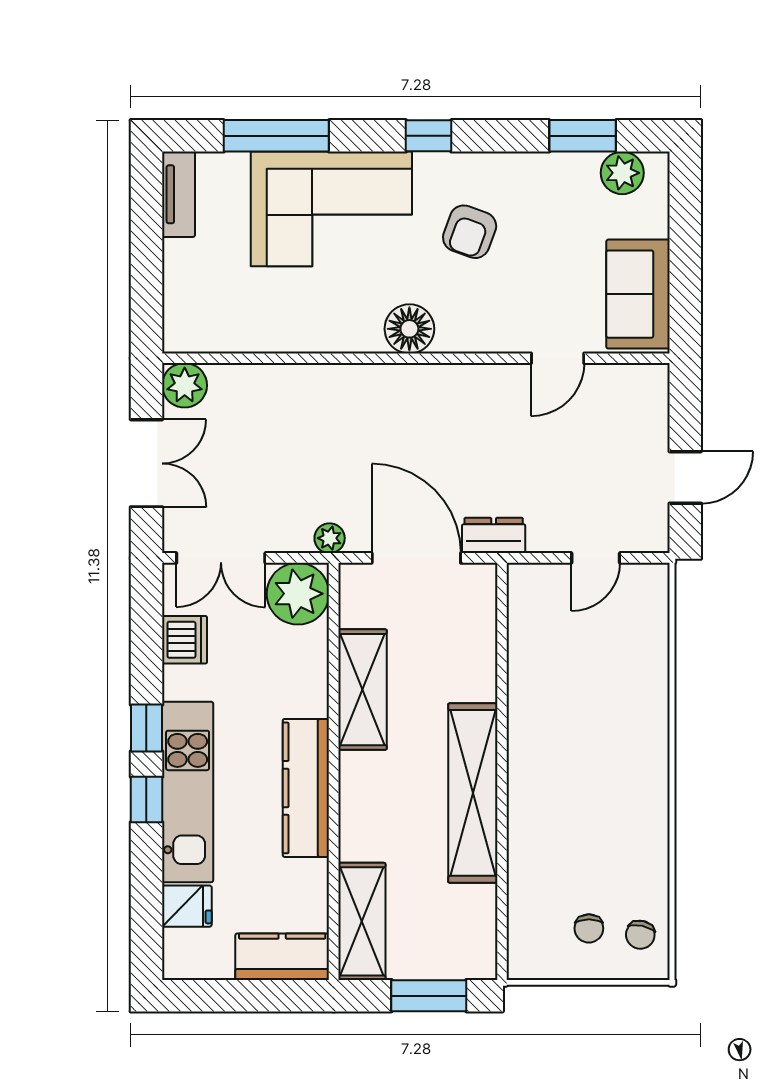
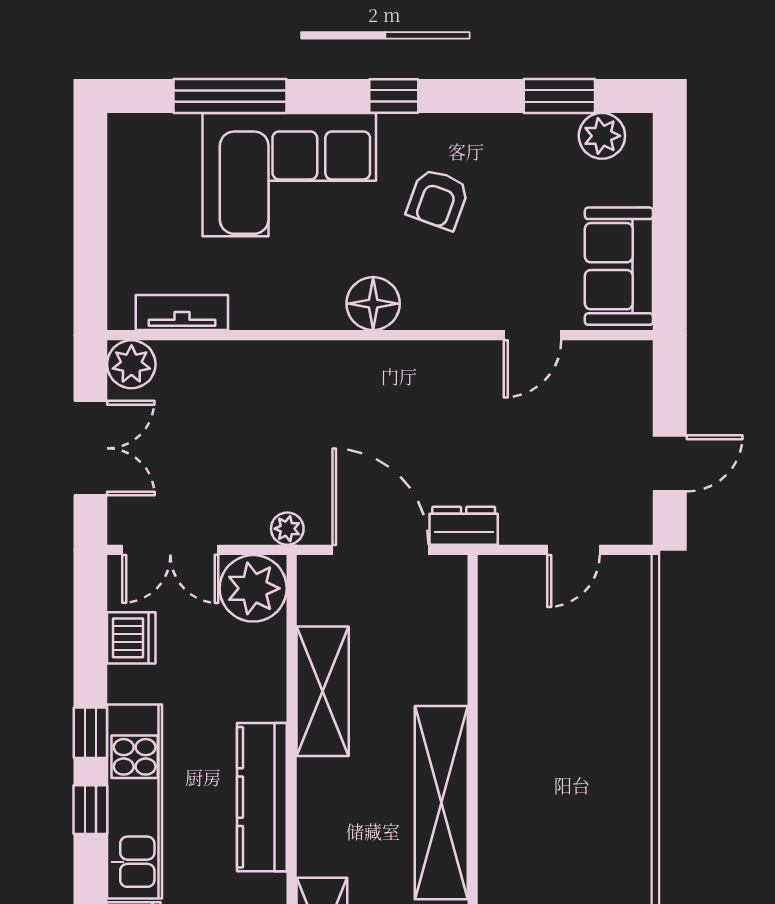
tv unit: (178, 194) -> (182, 313), moved, turned -90

